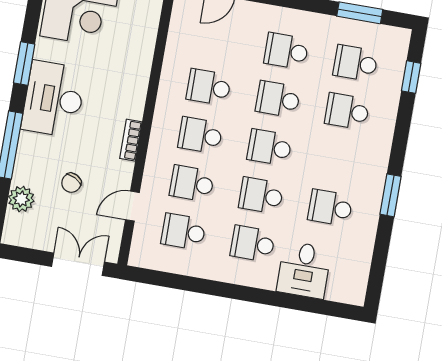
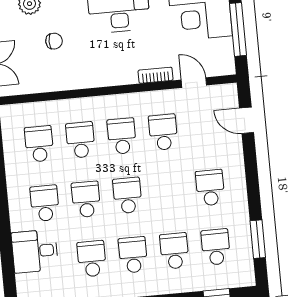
school desk: (278, 99) -> (133, 255), moved
bookcase: (131, 140) -> (156, 75), moved
chair: (71, 183) -> (54, 41), turned 152
door: (132, 206) -> (194, 83), moved

